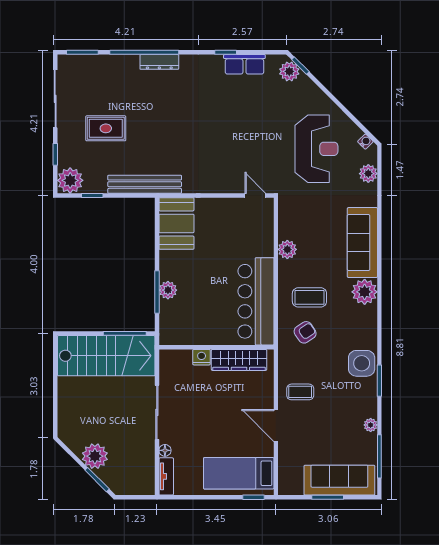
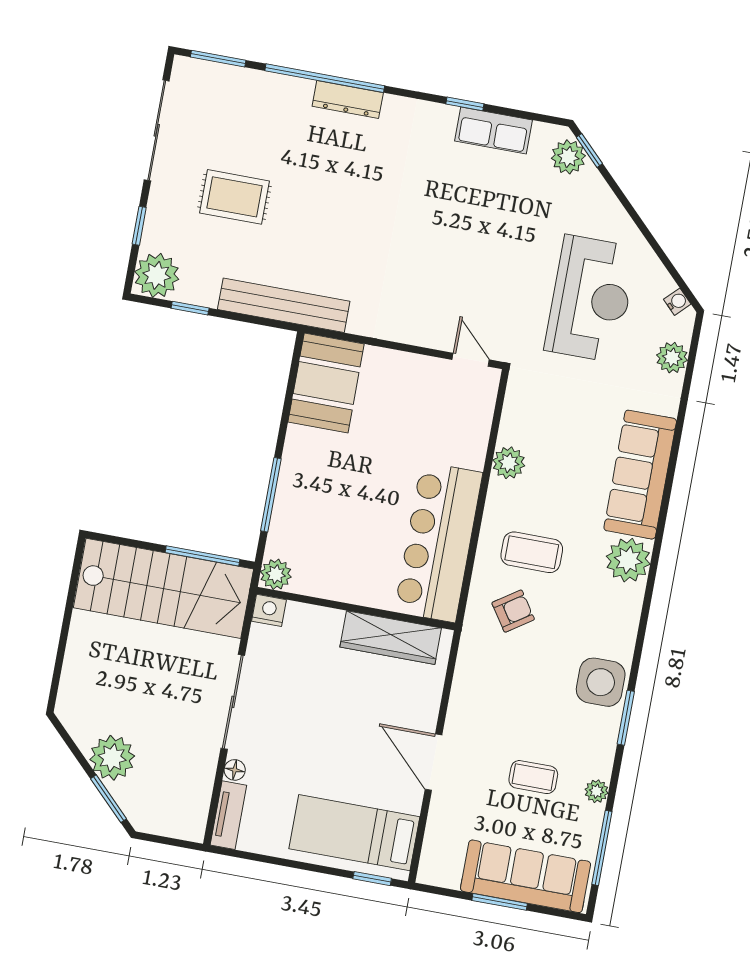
plant: (168, 290) -> (276, 574), moved
nightstand: (202, 357) -> (269, 610), moved
coffee table: (300, 392) -> (533, 777), moved

